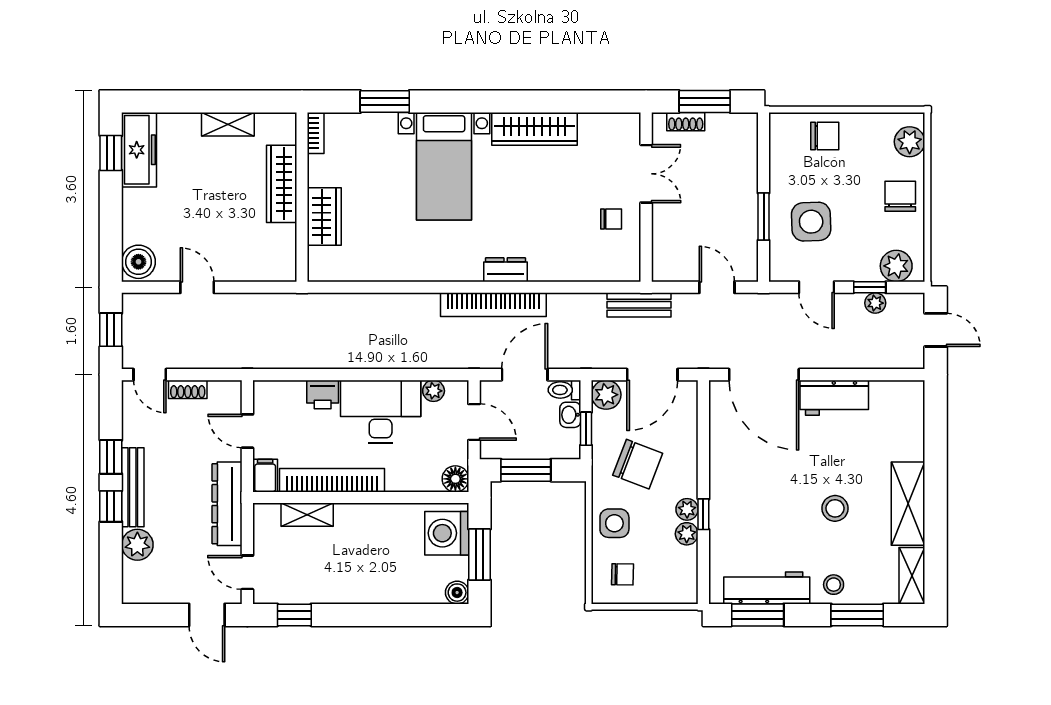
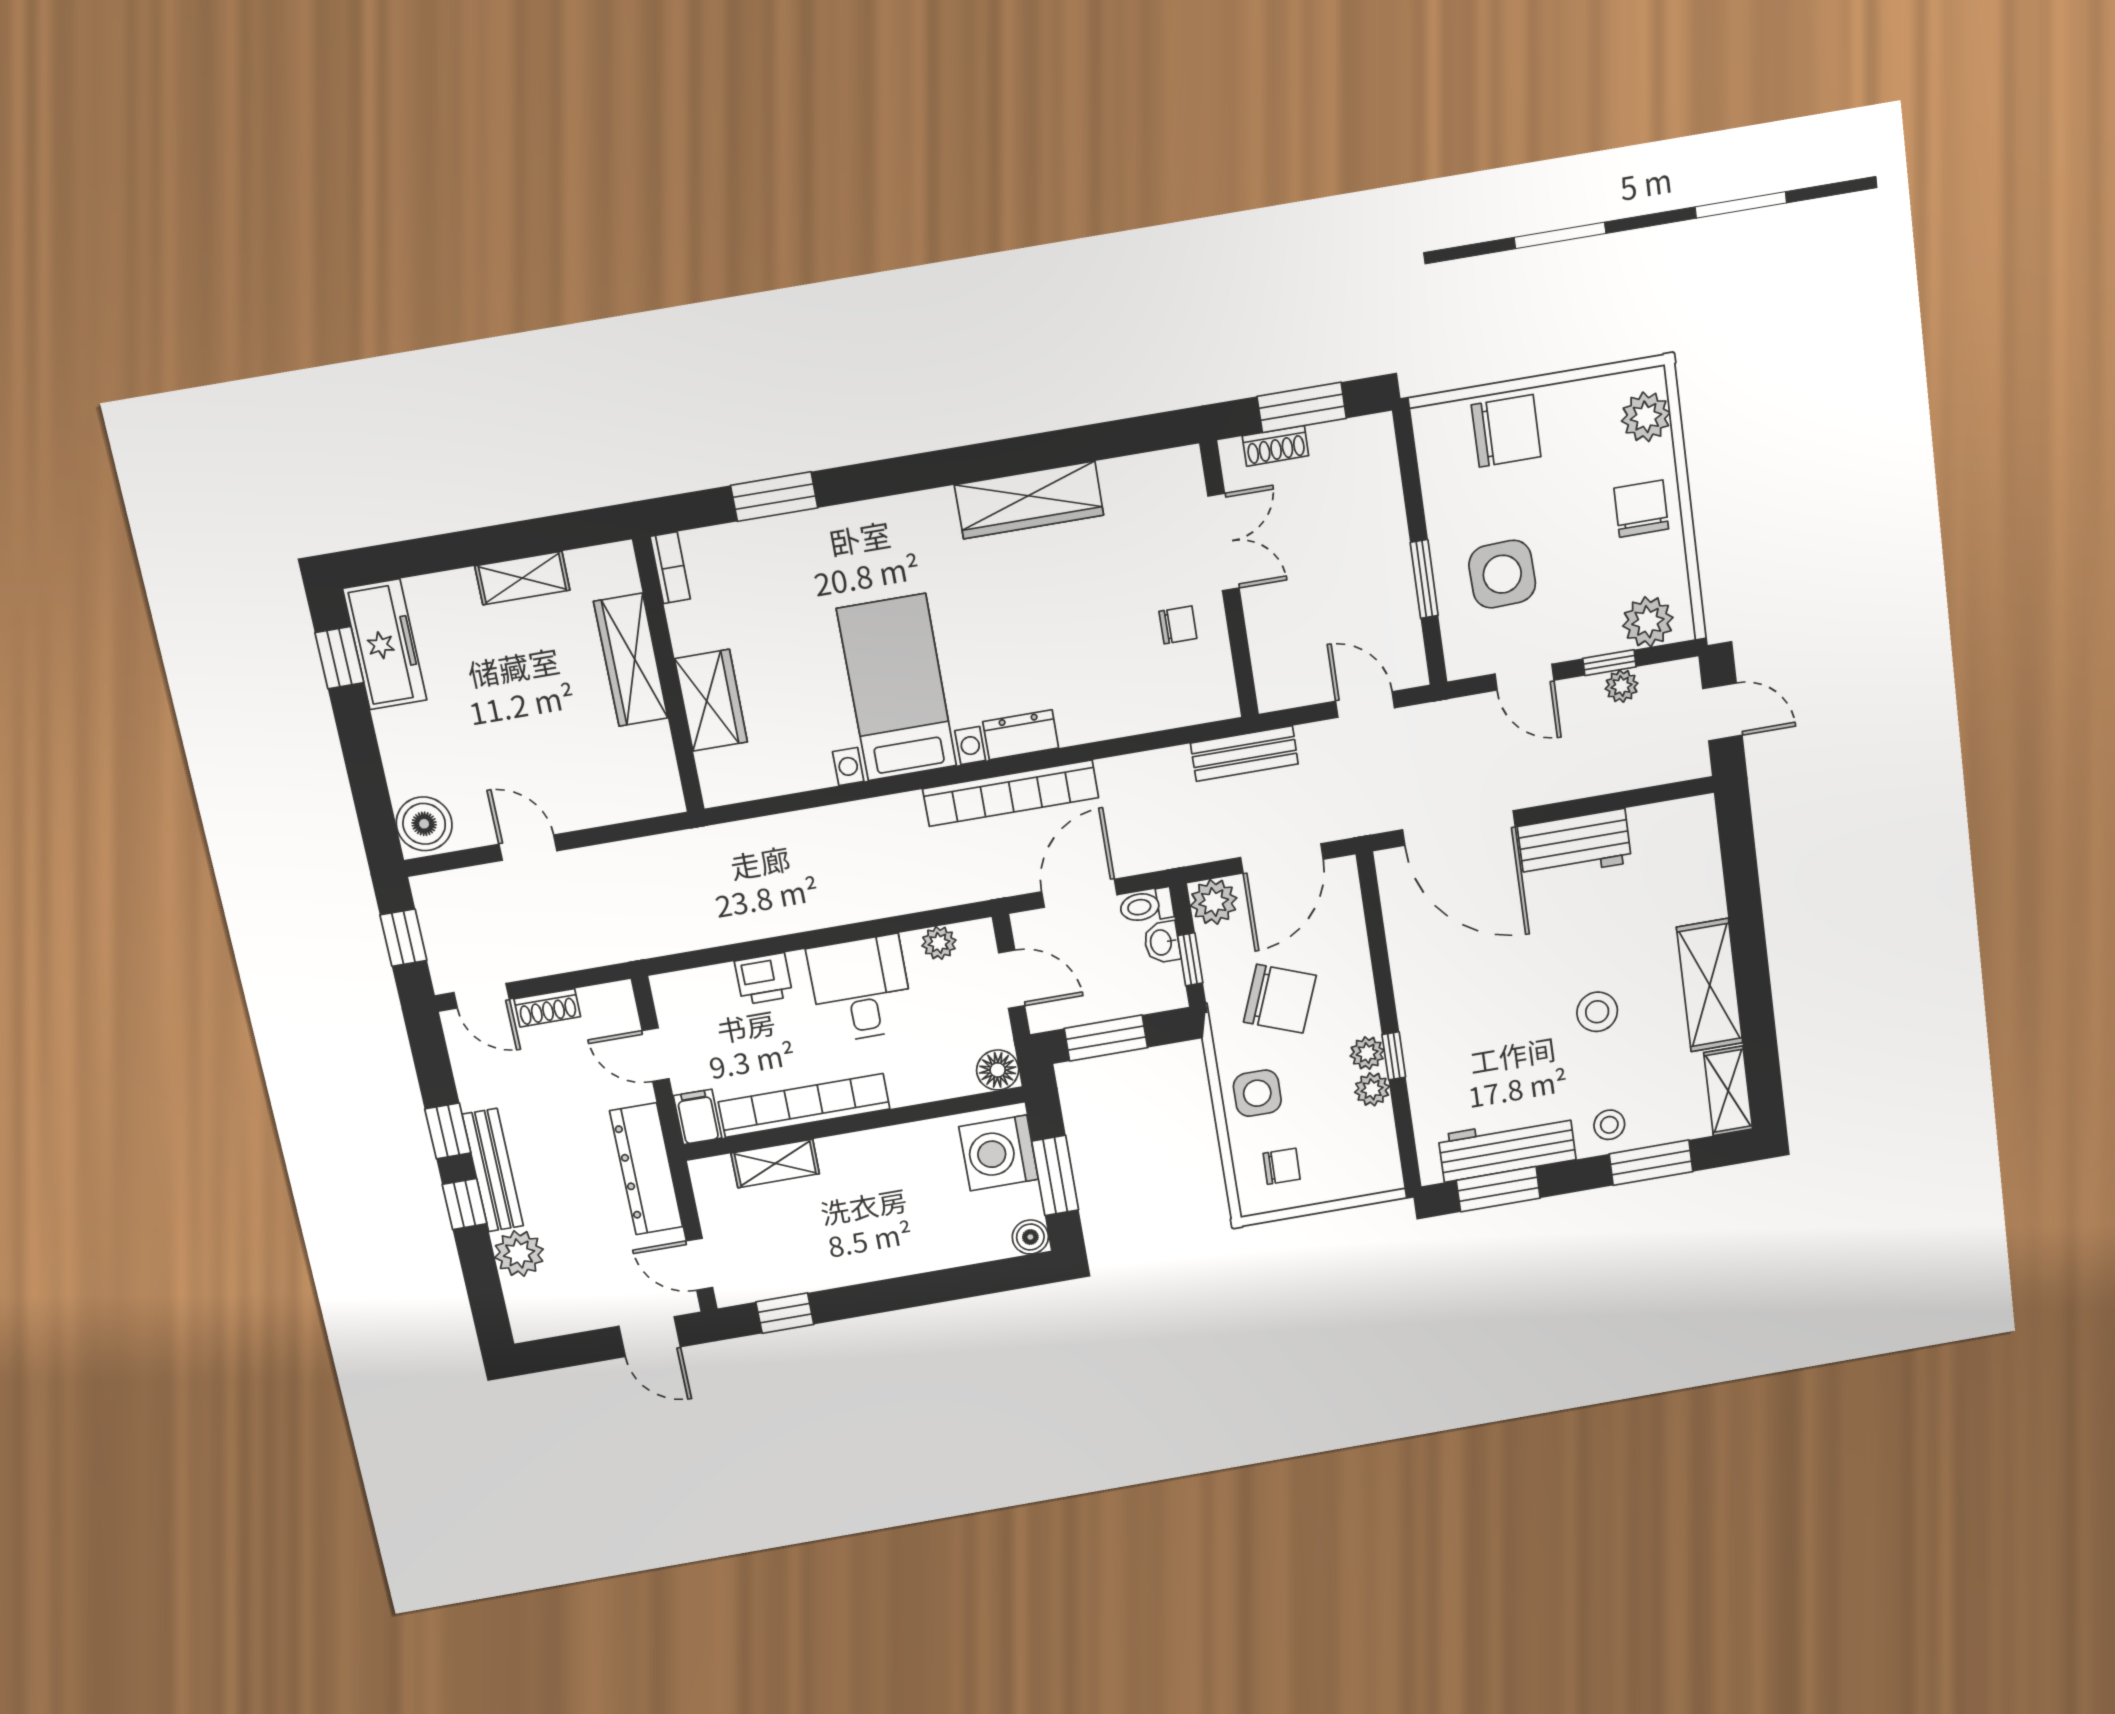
chair: (825, 136) -> (1506, 431), width x1.37, depth x1.37
bed with nightstands: (444, 166) -> (897, 688), moved, turned 180
desk: (381, 412) -> (861, 989), width x0.73

